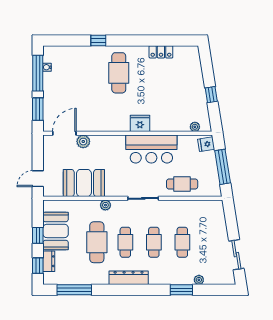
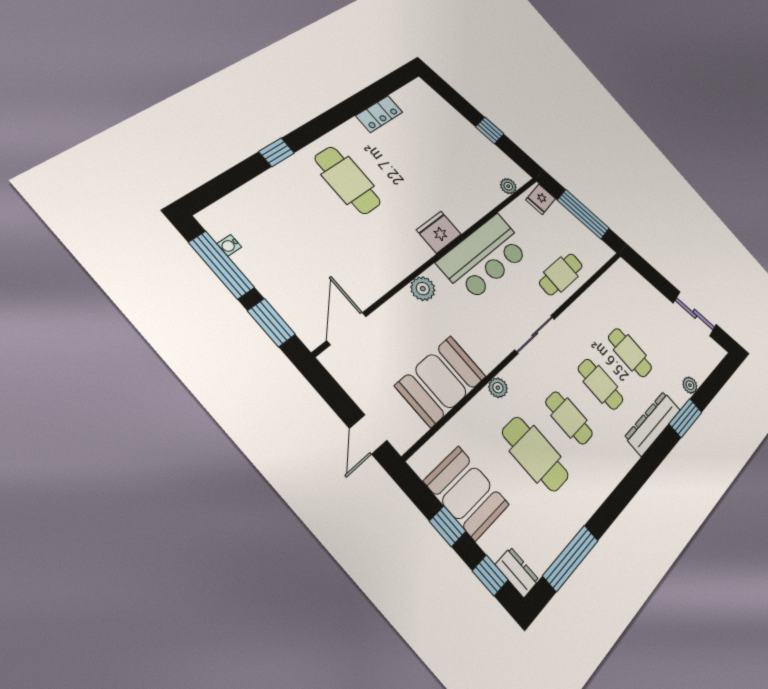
plant: (83, 142) -> (423, 289), moved
dresser: (49, 261) -> (517, 572), moved
dresser: (129, 278) -> (653, 423), moved

